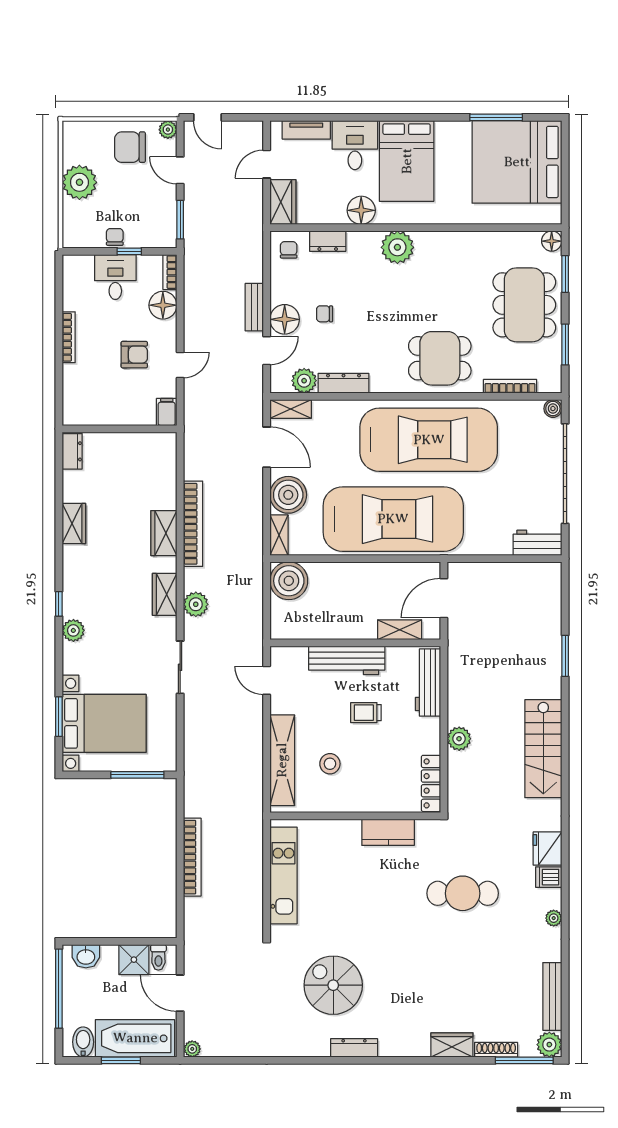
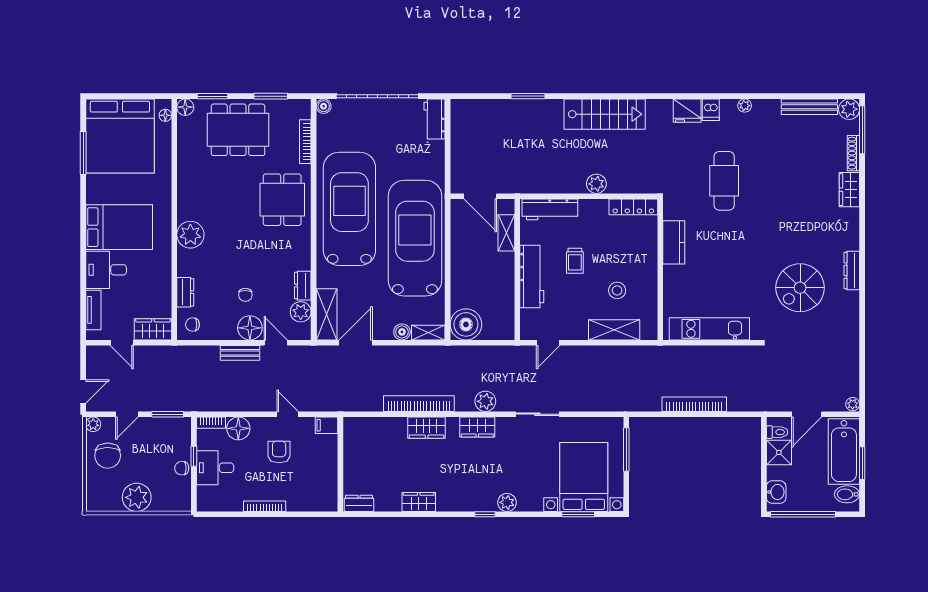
floor lamp: (361, 210) -> (165, 115), moved, width x0.53, depth x0.53
dresser: (343, 383) -> (303, 286), width x0.70
shelving: (291, 409) -> (327, 314), width x1.50, depth x1.33
boiler: (288, 495) -> (402, 332), width x0.54, depth x0.54
shelving: (282, 760) -> (614, 330), width x0.68

